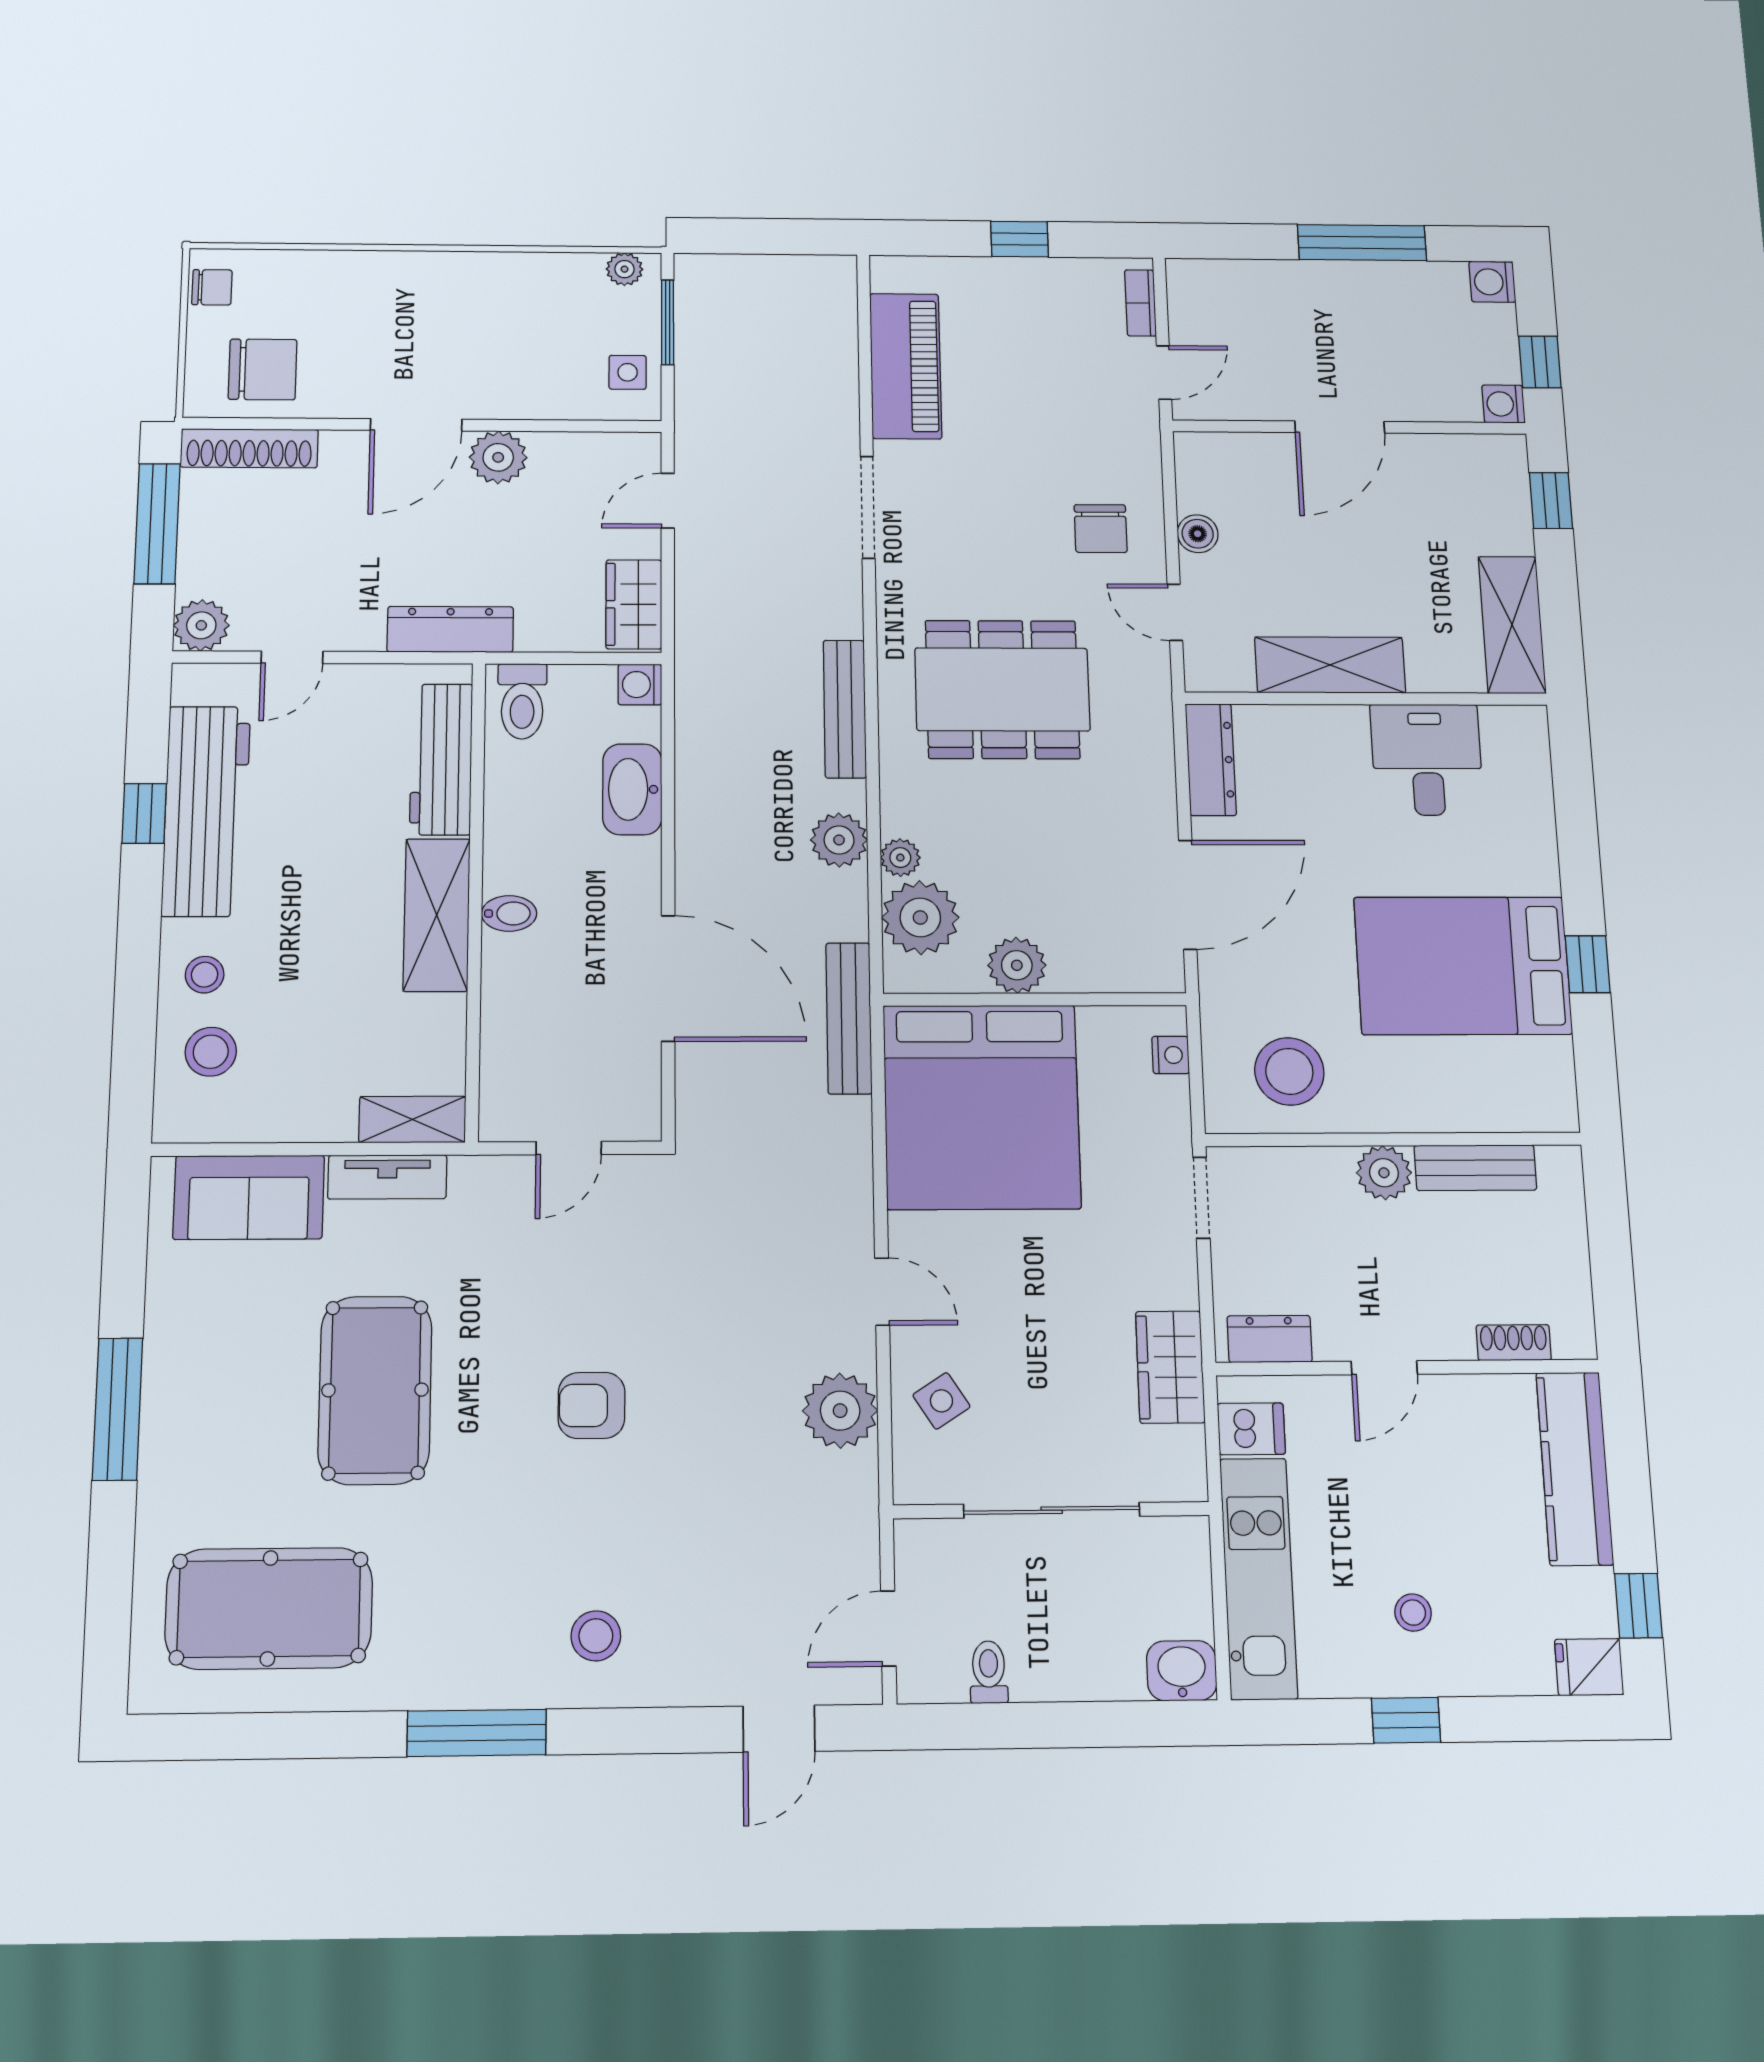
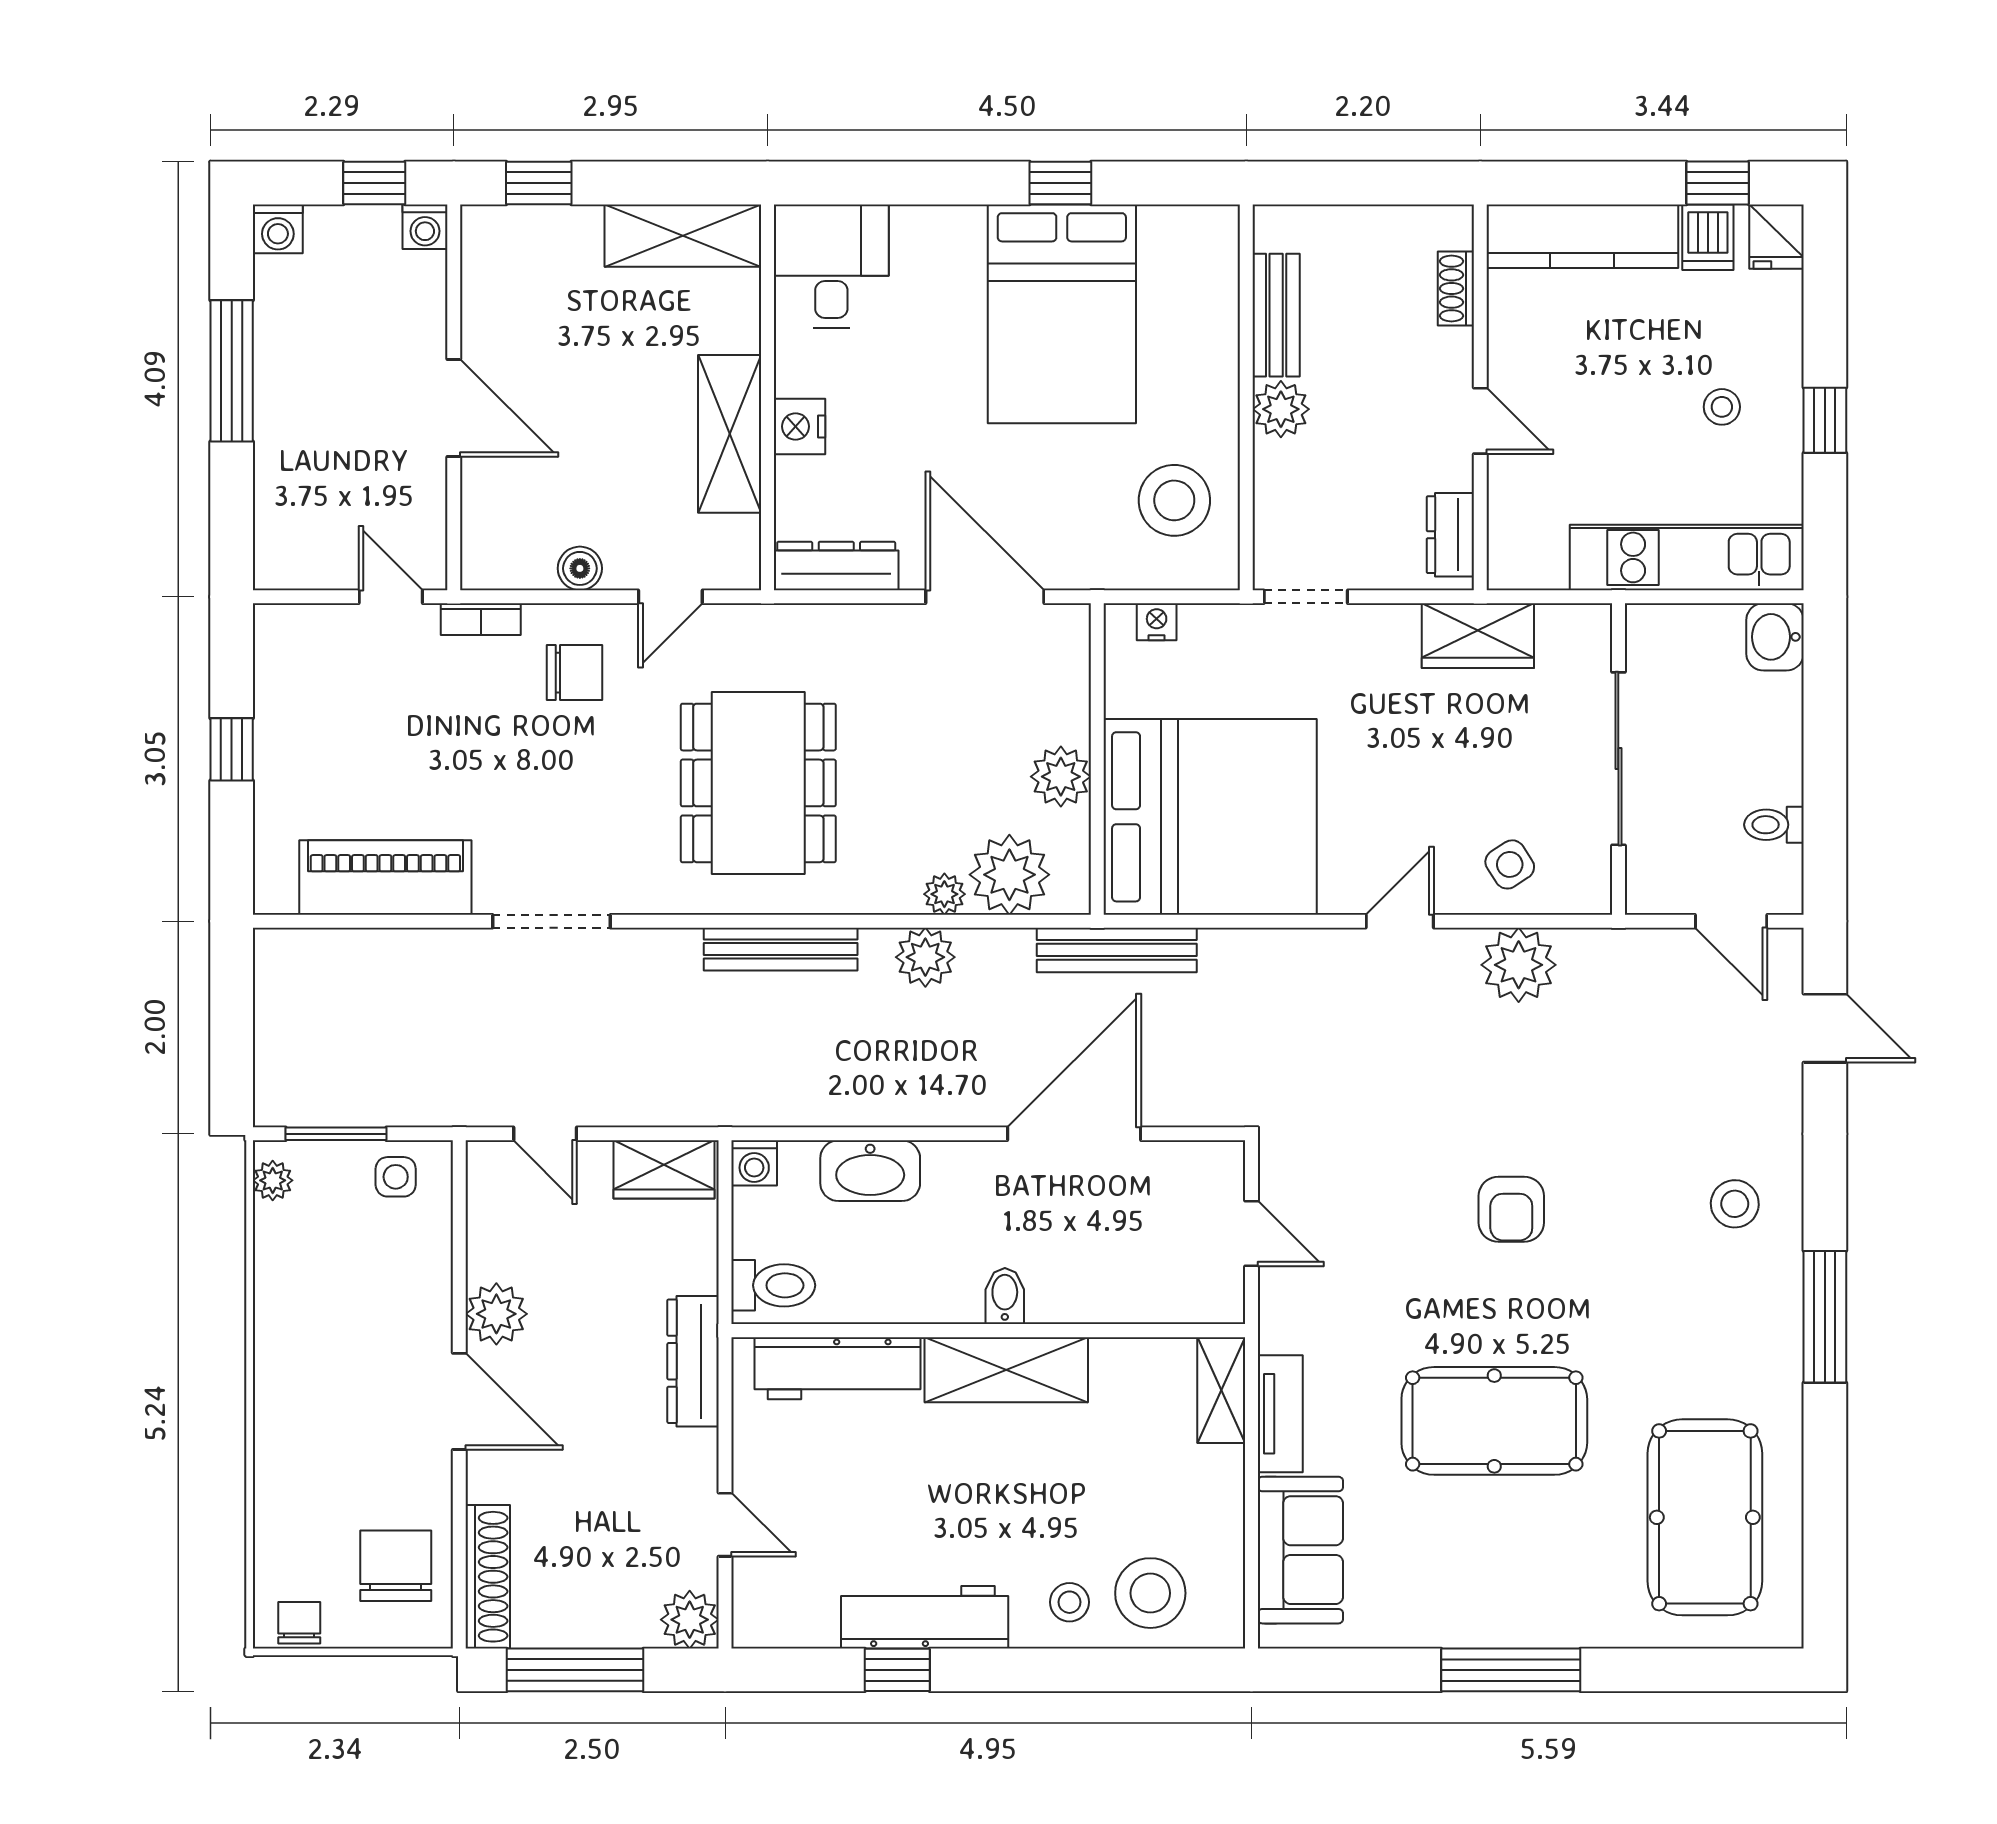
bookcase: (1141, 303) -> (481, 619), moved
nightstand: (1341, 727) -> (800, 426), added
desk: (1427, 760) -> (831, 266), moved, turned 90
workbench: (206, 811) -> (925, 1617), width x0.73, depth x0.76
stool: (211, 1052) -> (1150, 1593), width x1.38, depth x1.38
dishwasher: (1251, 1429) -> (1708, 237), moved, turned 180

